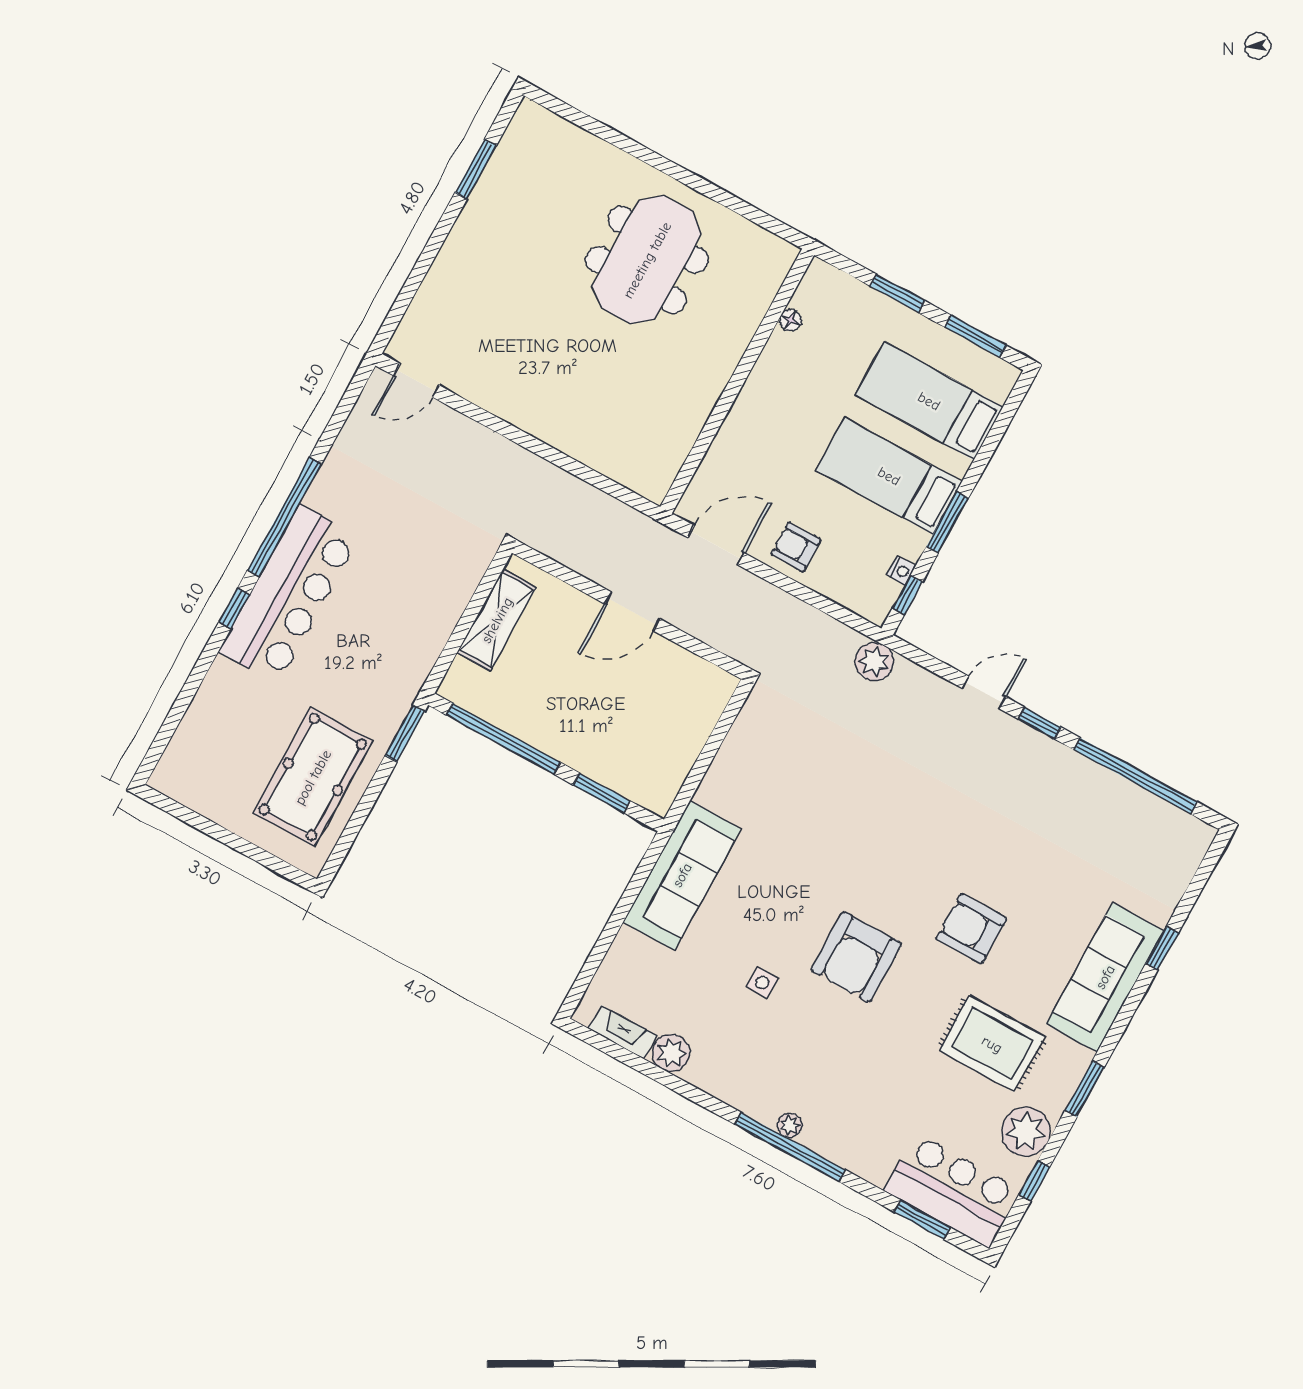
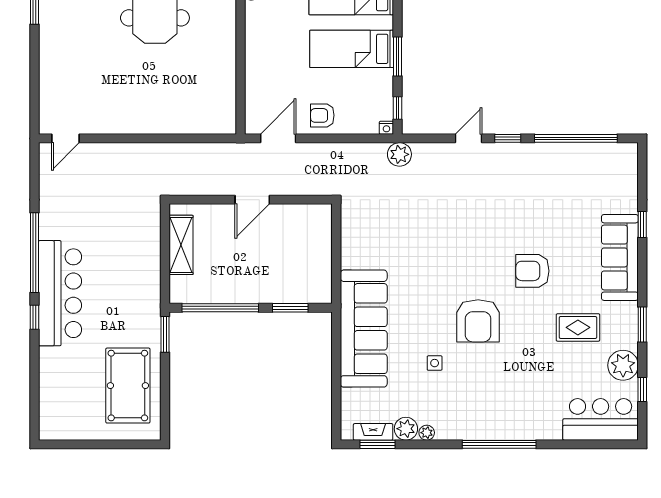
nightstand: (901, 571) -> (386, 128), moved, turned 90
sofa: (682, 875) -> (364, 329), width x1.36, depth x1.27
rug: (992, 1044) -> (578, 327), width x0.73, depth x0.70
plant: (790, 1125) -> (427, 433), moved
window: (922, 1220) -> (377, 444), moved

